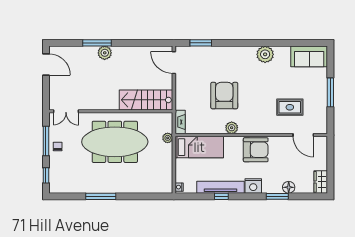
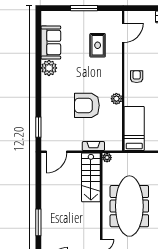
plant: (105, 53) -> (48, 215), removed
sofa: (309, 56) -> (51, 43), moved
fireplace: (180, 122) -> (93, 146), moved
plant: (168, 138) -> (107, 158), moved
armchair: (256, 150) -> (137, 77), width x0.53, depth x0.53

